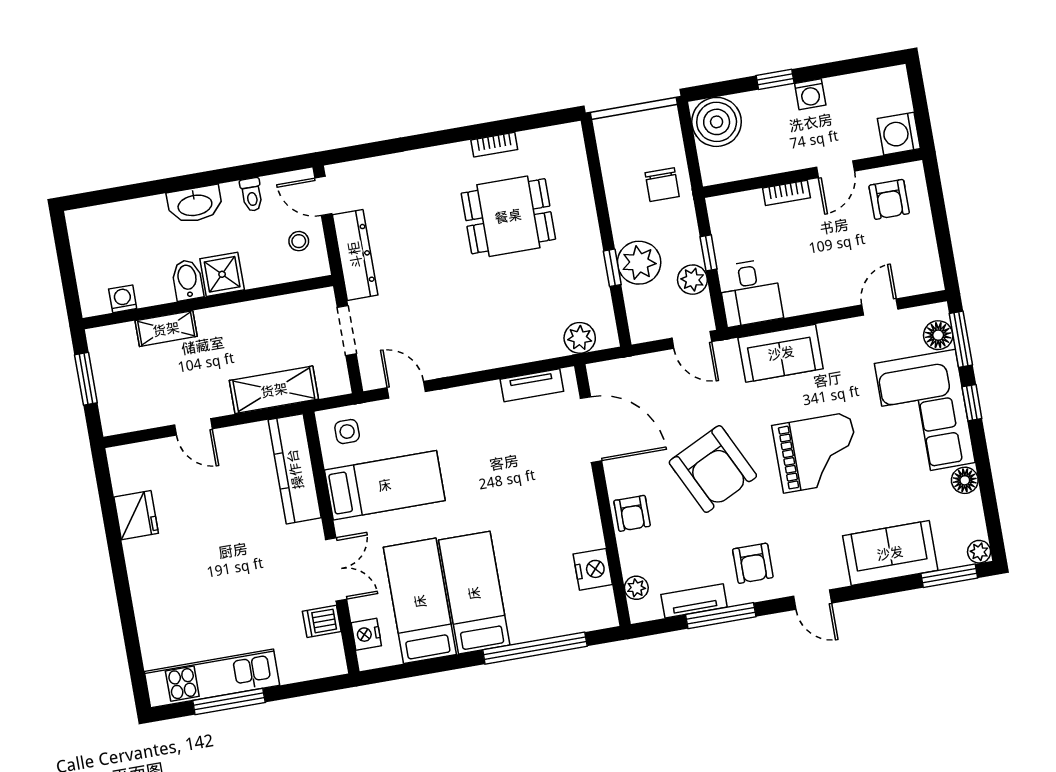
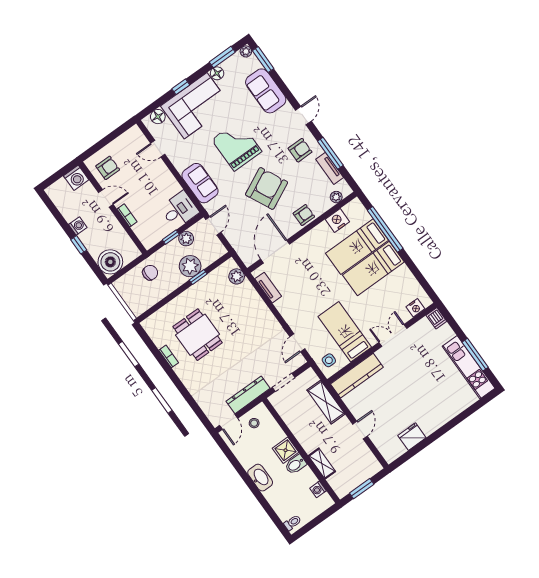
toilet: (252, 195) -> (293, 523), moved
window: (961, 339) -> (222, 57), moved
bed: (420, 601) -> (357, 247), moved
dishwasher: (322, 621) -> (436, 318), moved

